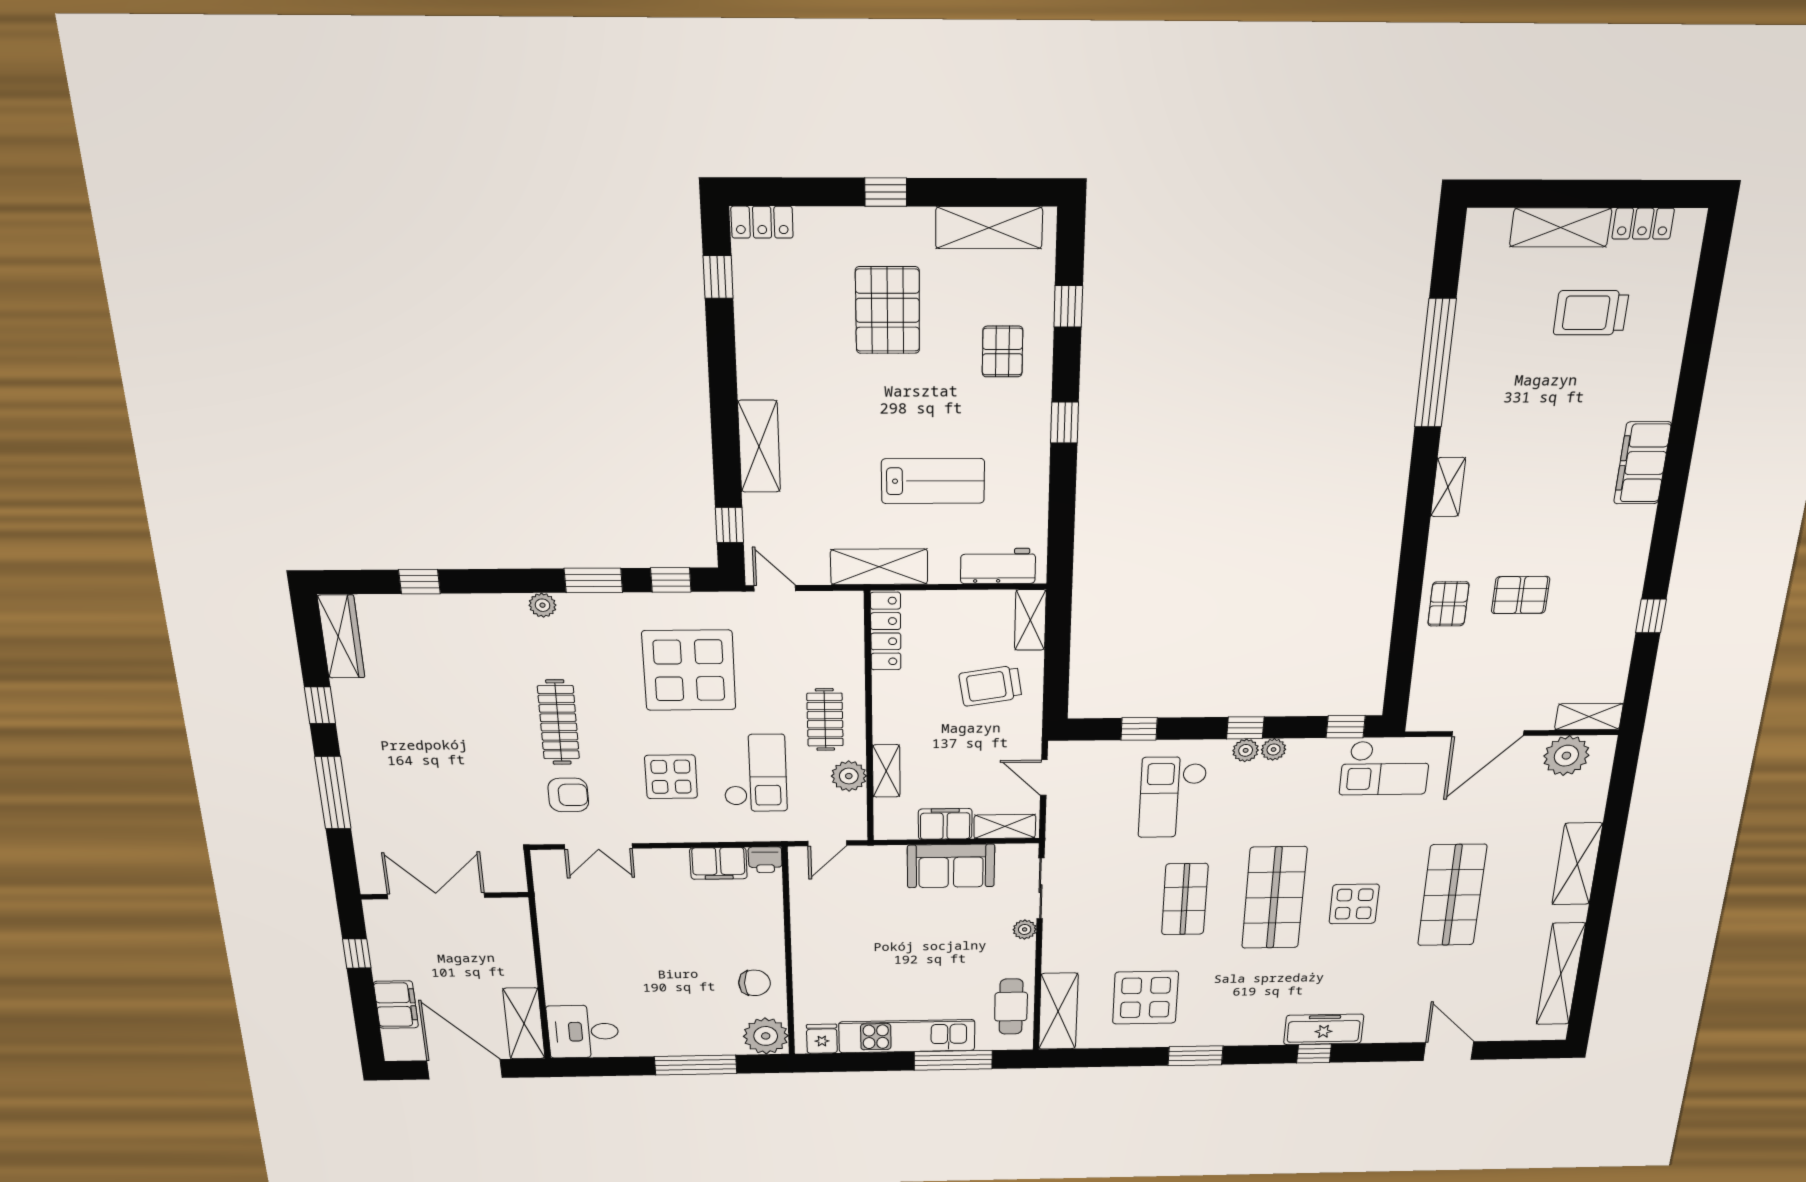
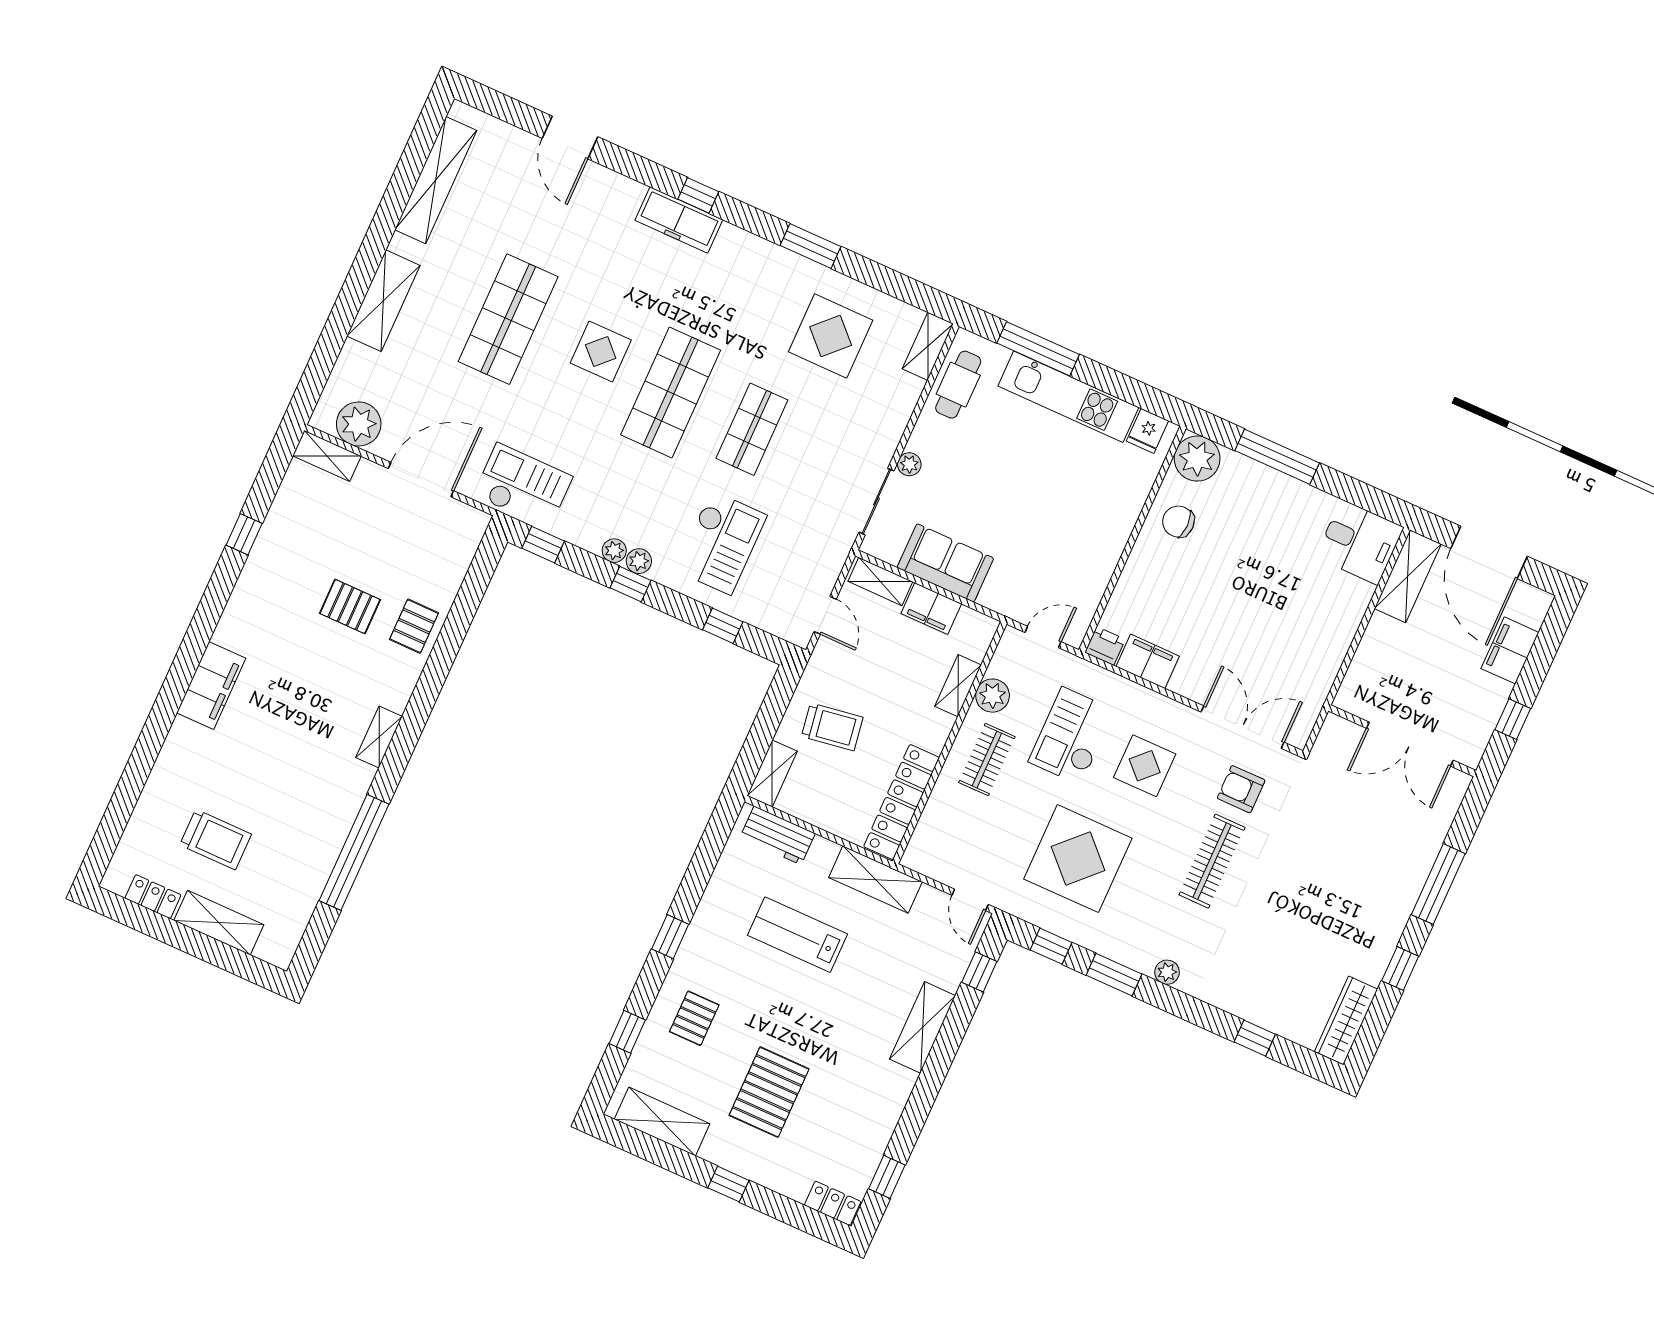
locker: (886, 631) -> (902, 802), width x1.41, depth x1.21
double door: (598, 846) -> (1243, 727), width x1.37
shelving: (1058, 1011) -> (928, 346), width x0.67, depth x0.75

